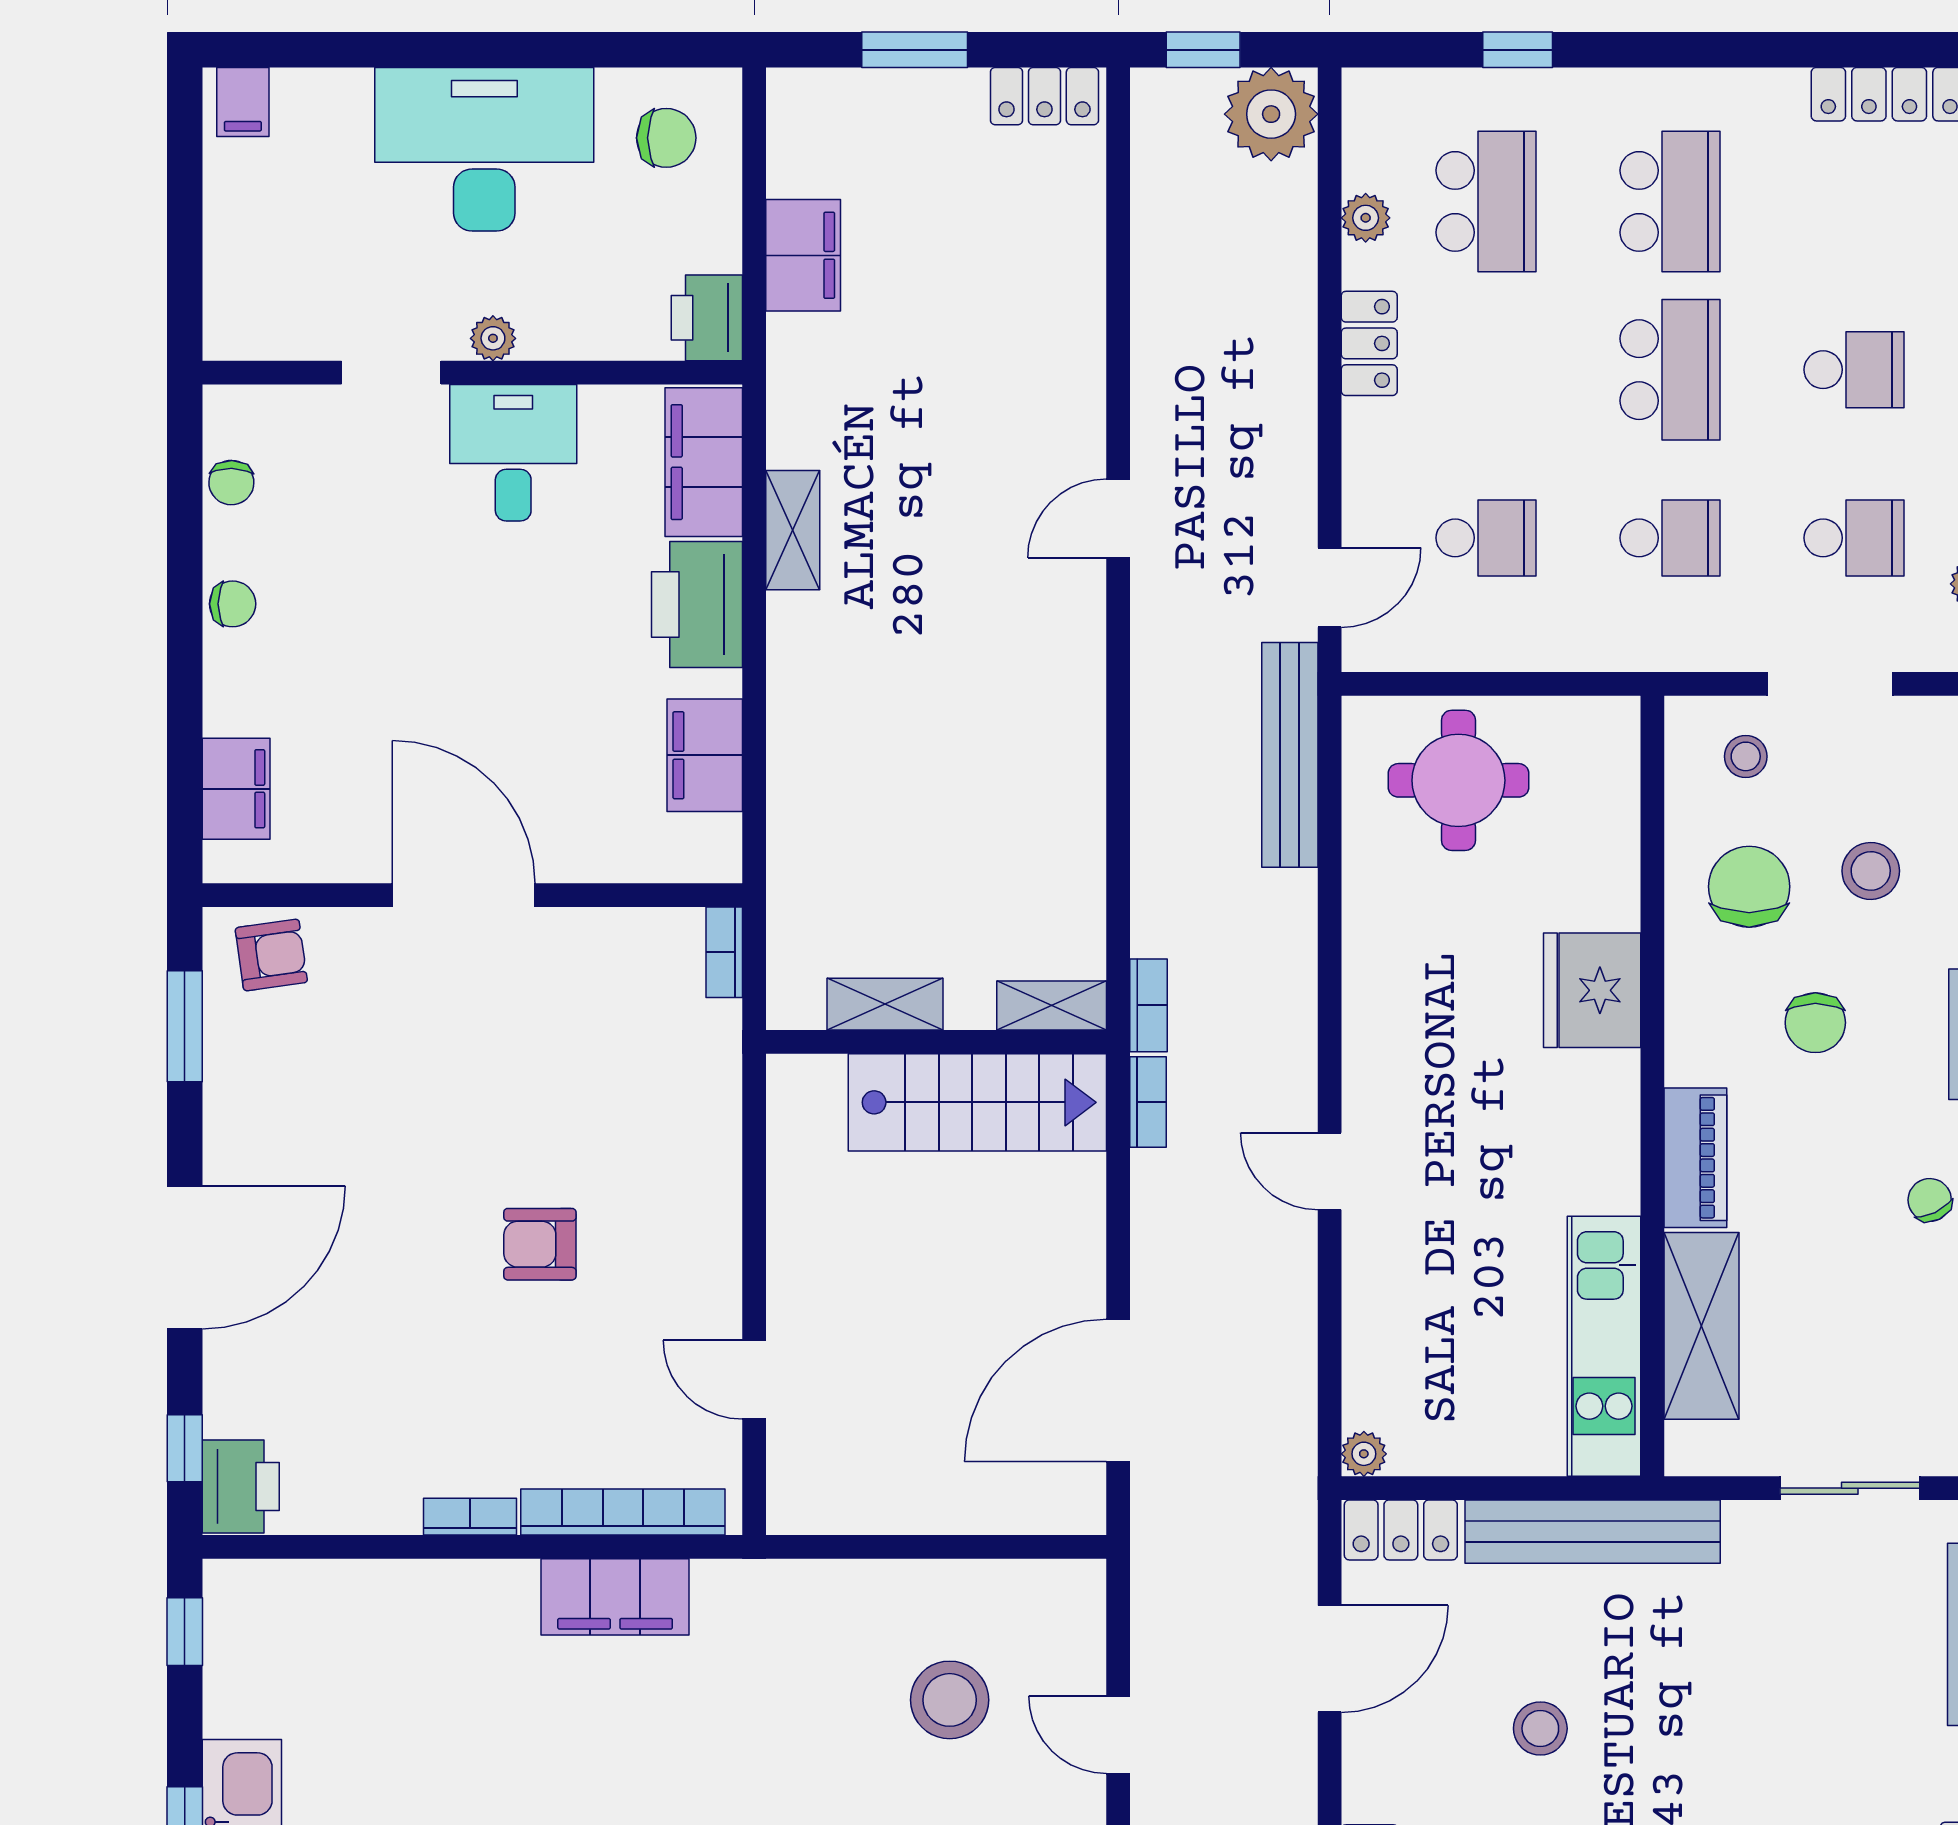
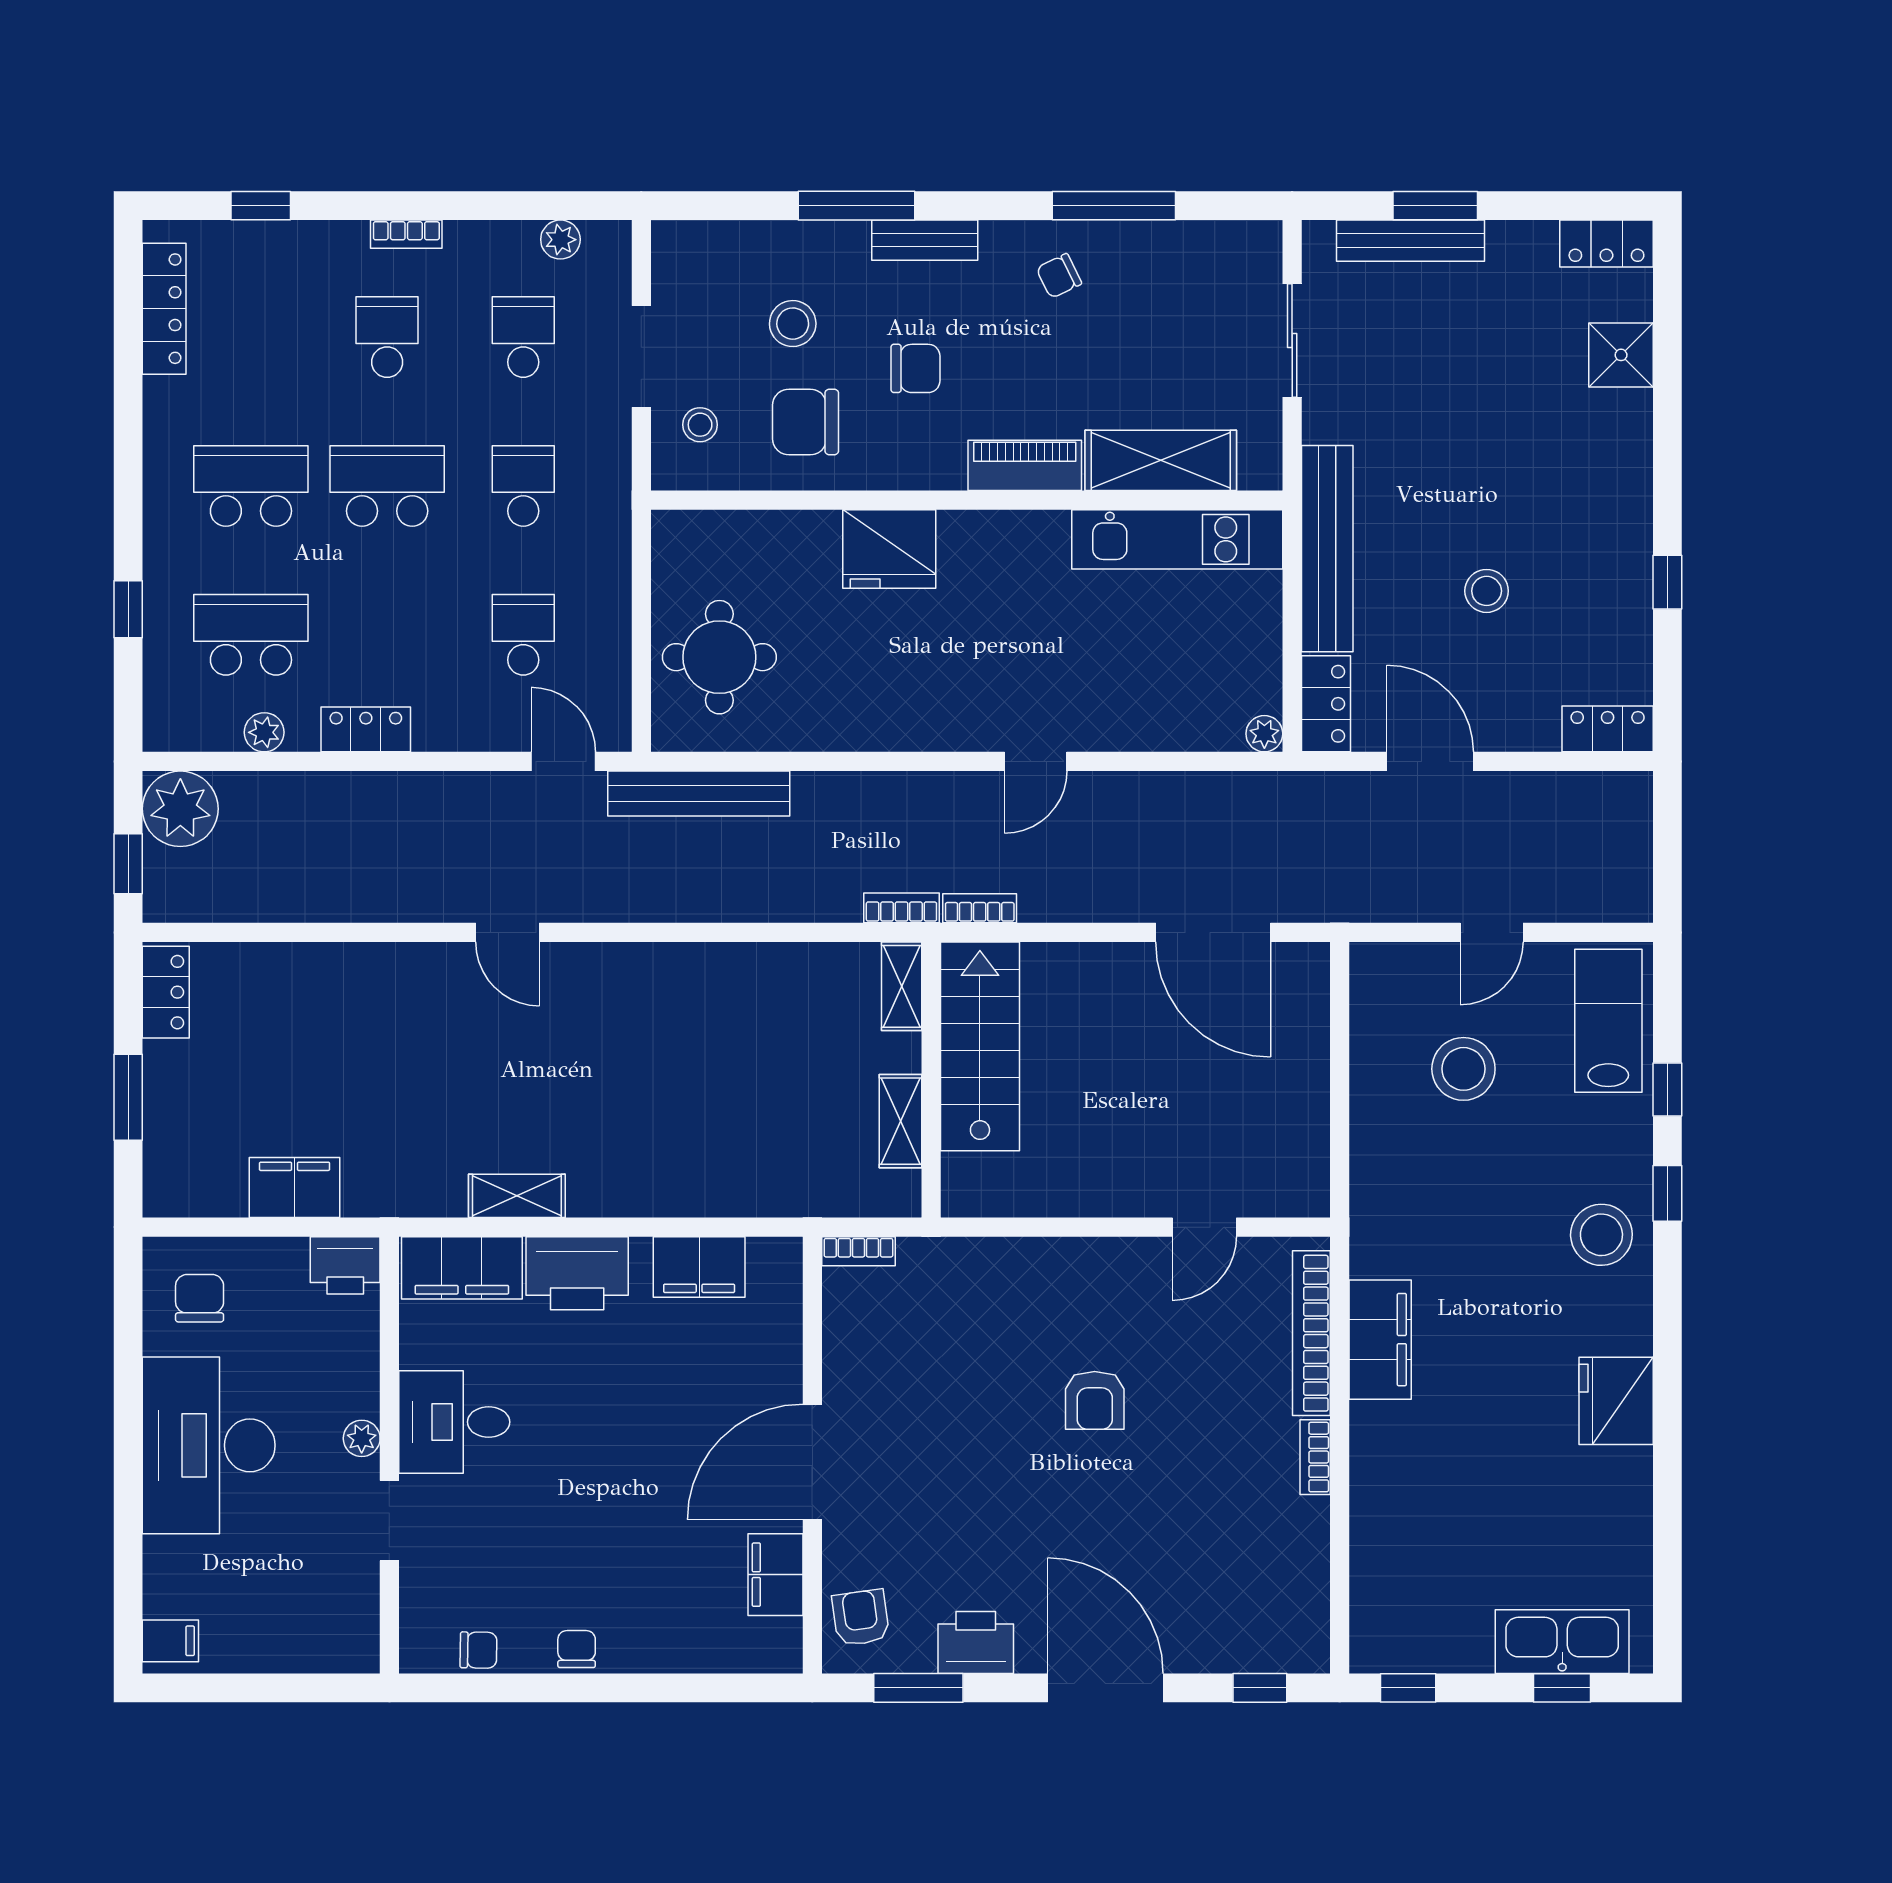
filing cabinet: (236, 789) -> (775, 1575), moved, turned -90
printer: (241, 1486) -> (976, 1642), moved

